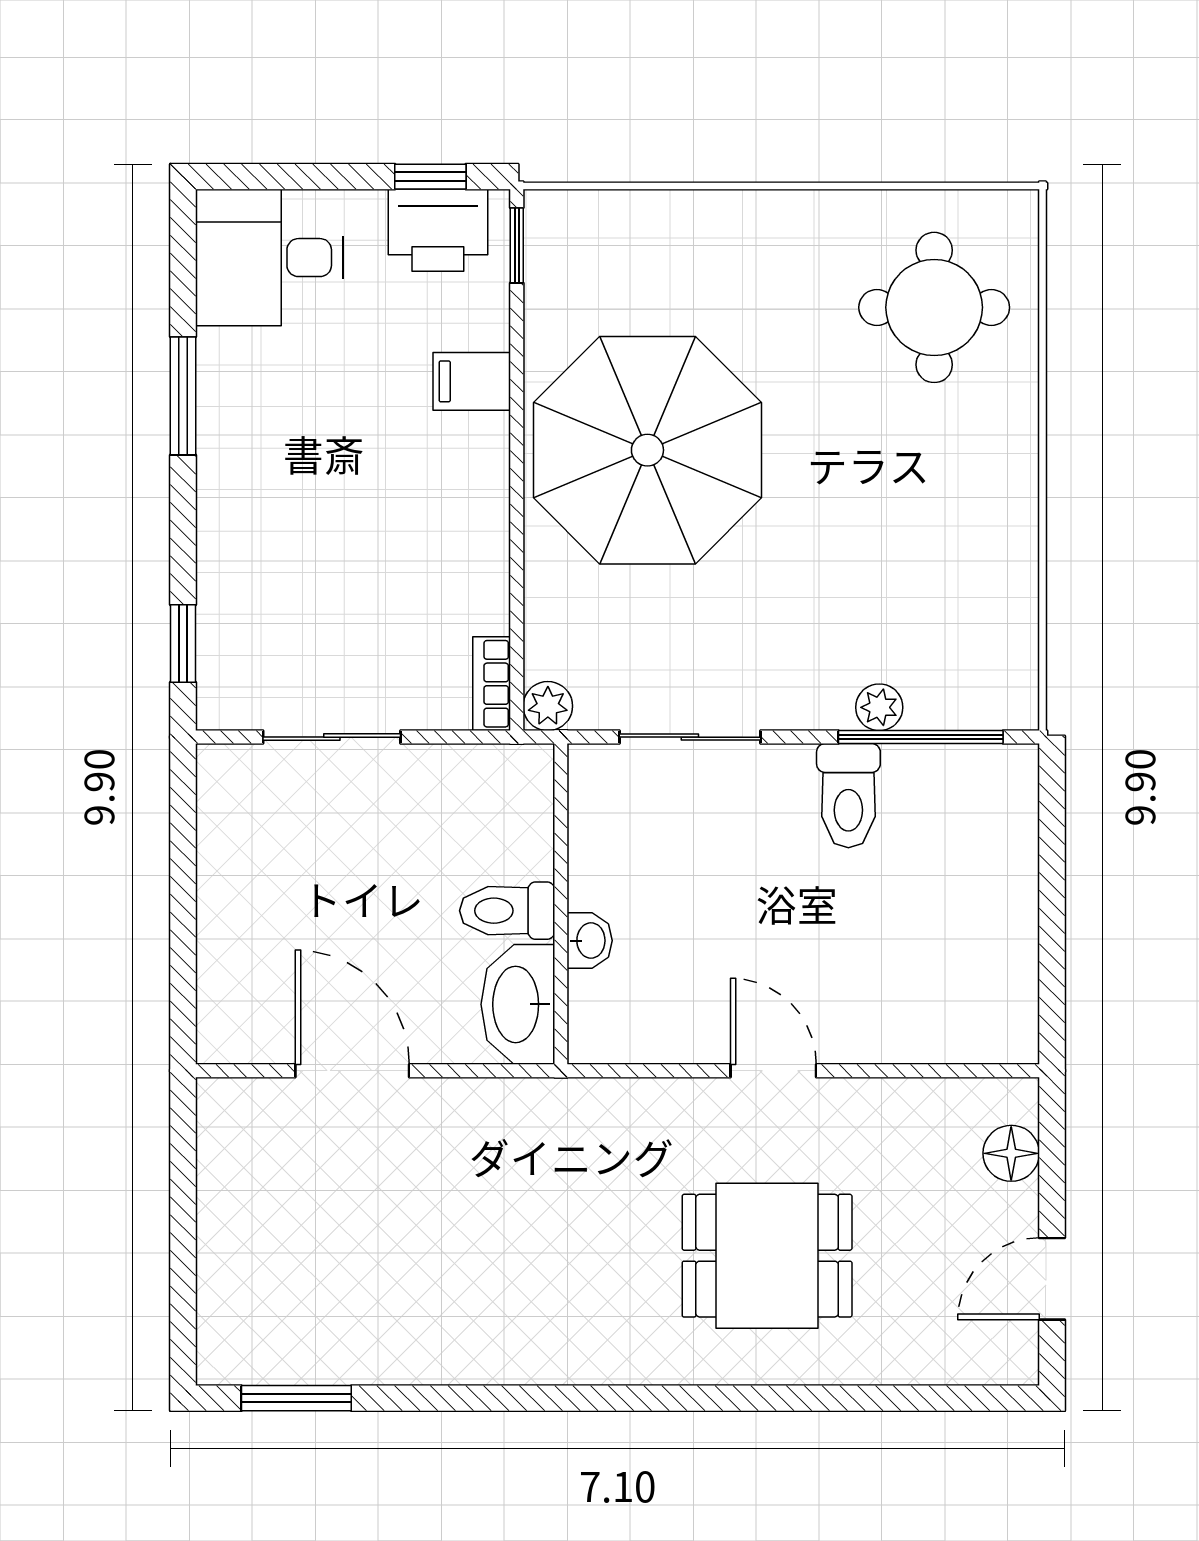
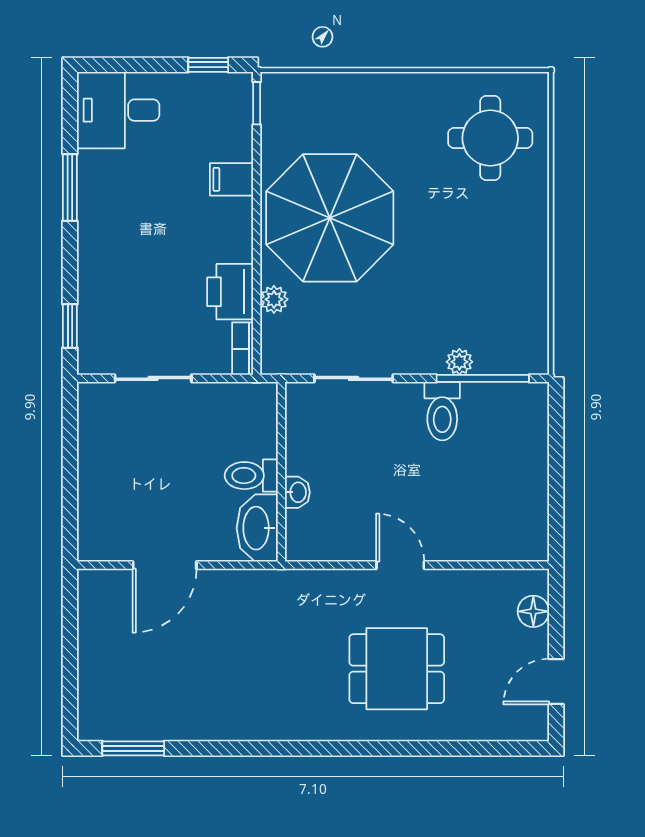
printer: (438, 230) -> (230, 292), moved, turned 90
plant: (548, 706) -> (274, 299), moved
door: (352, 1071) -> (165, 565), swing flipped

